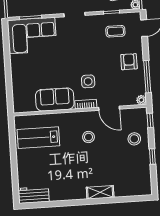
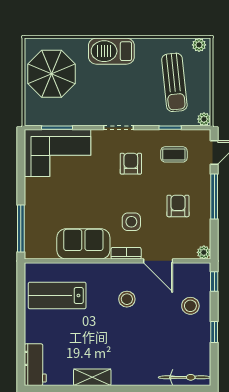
armchair: (85, 40) -> (131, 164), added
armchair: (129, 62) -> (178, 206), moved
window: (147, 77) -> (214, 196), moved
window: (9, 91) -> (21, 229), added
bicycle: (133, 190) -> (184, 377), added
shelving: (100, 192) -> (92, 377), moved
workbench: (34, 195) -> (35, 365), moved, turned 90

